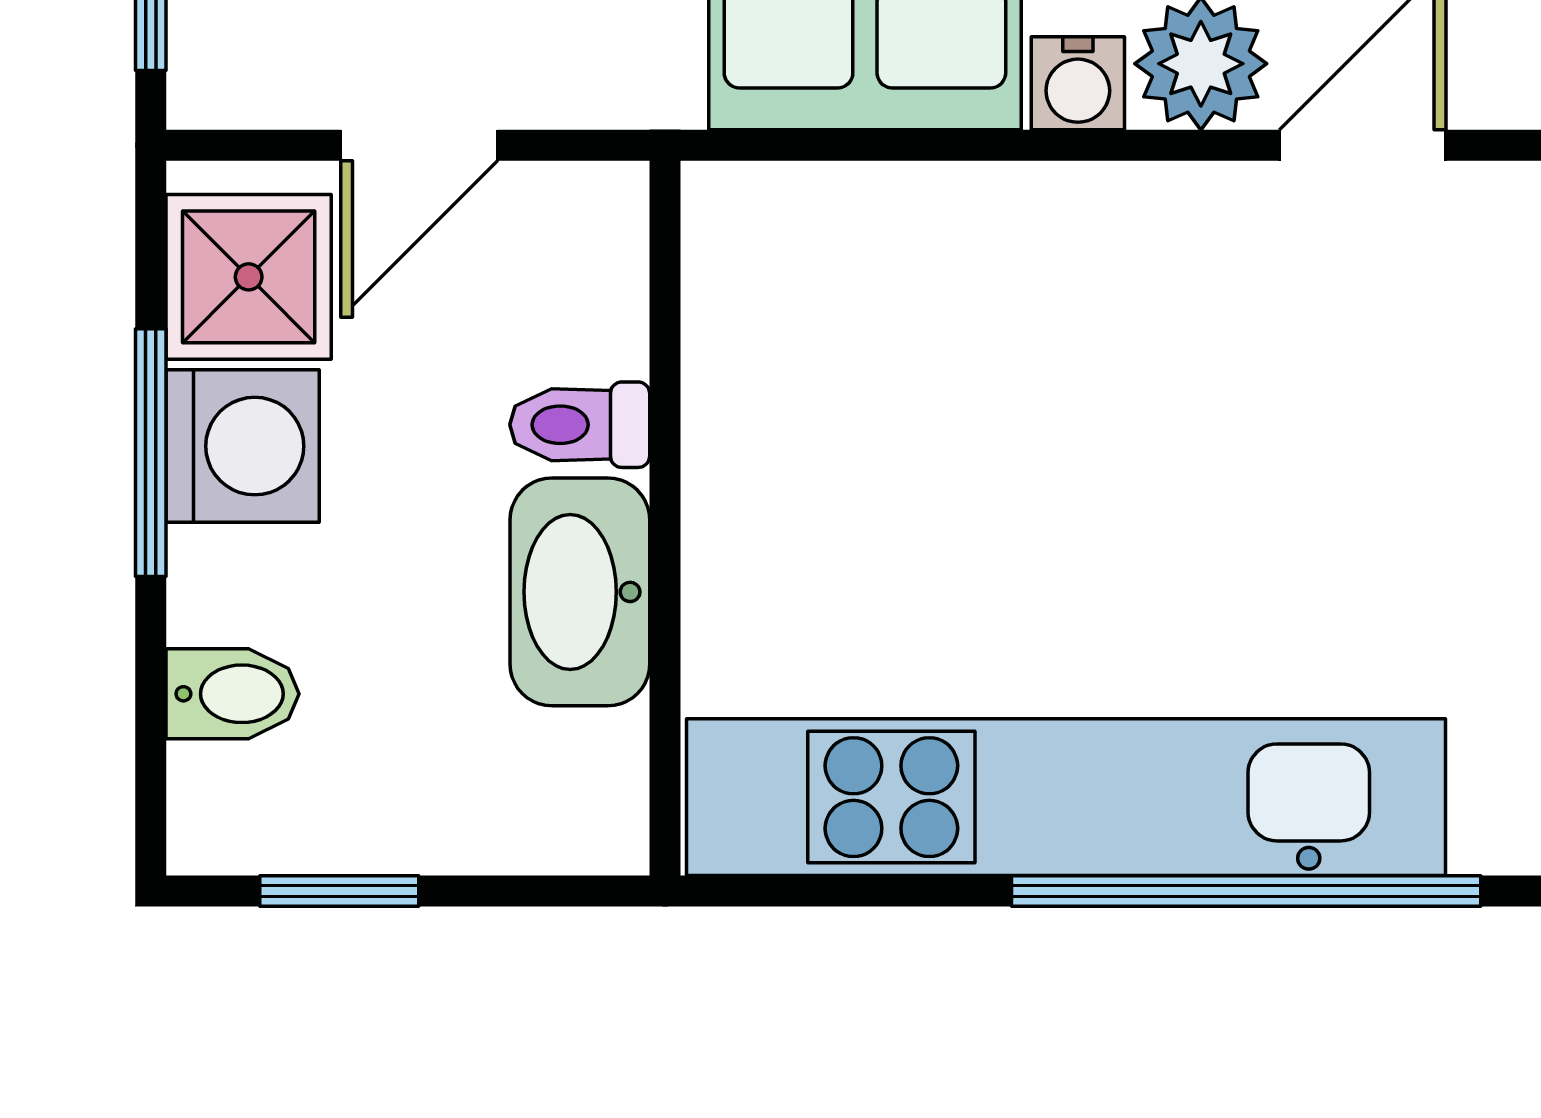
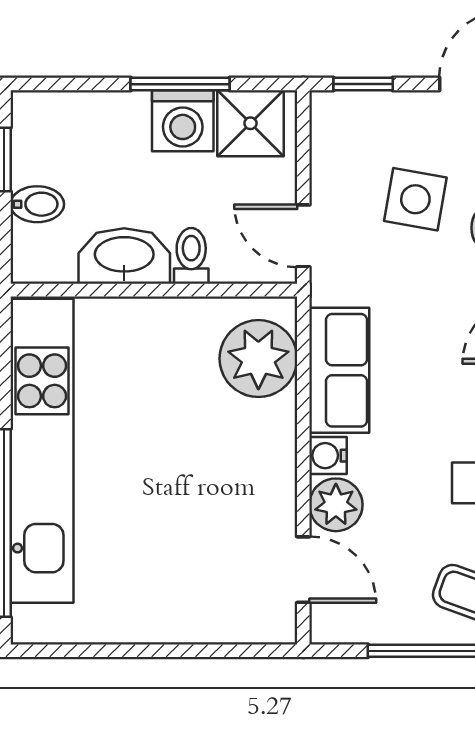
door: (419, 145) -> (303, 236), moved
plant: (836, 257) -> (258, 359), added
bidet: (233, 694) -> (37, 204), moved, turned -90

